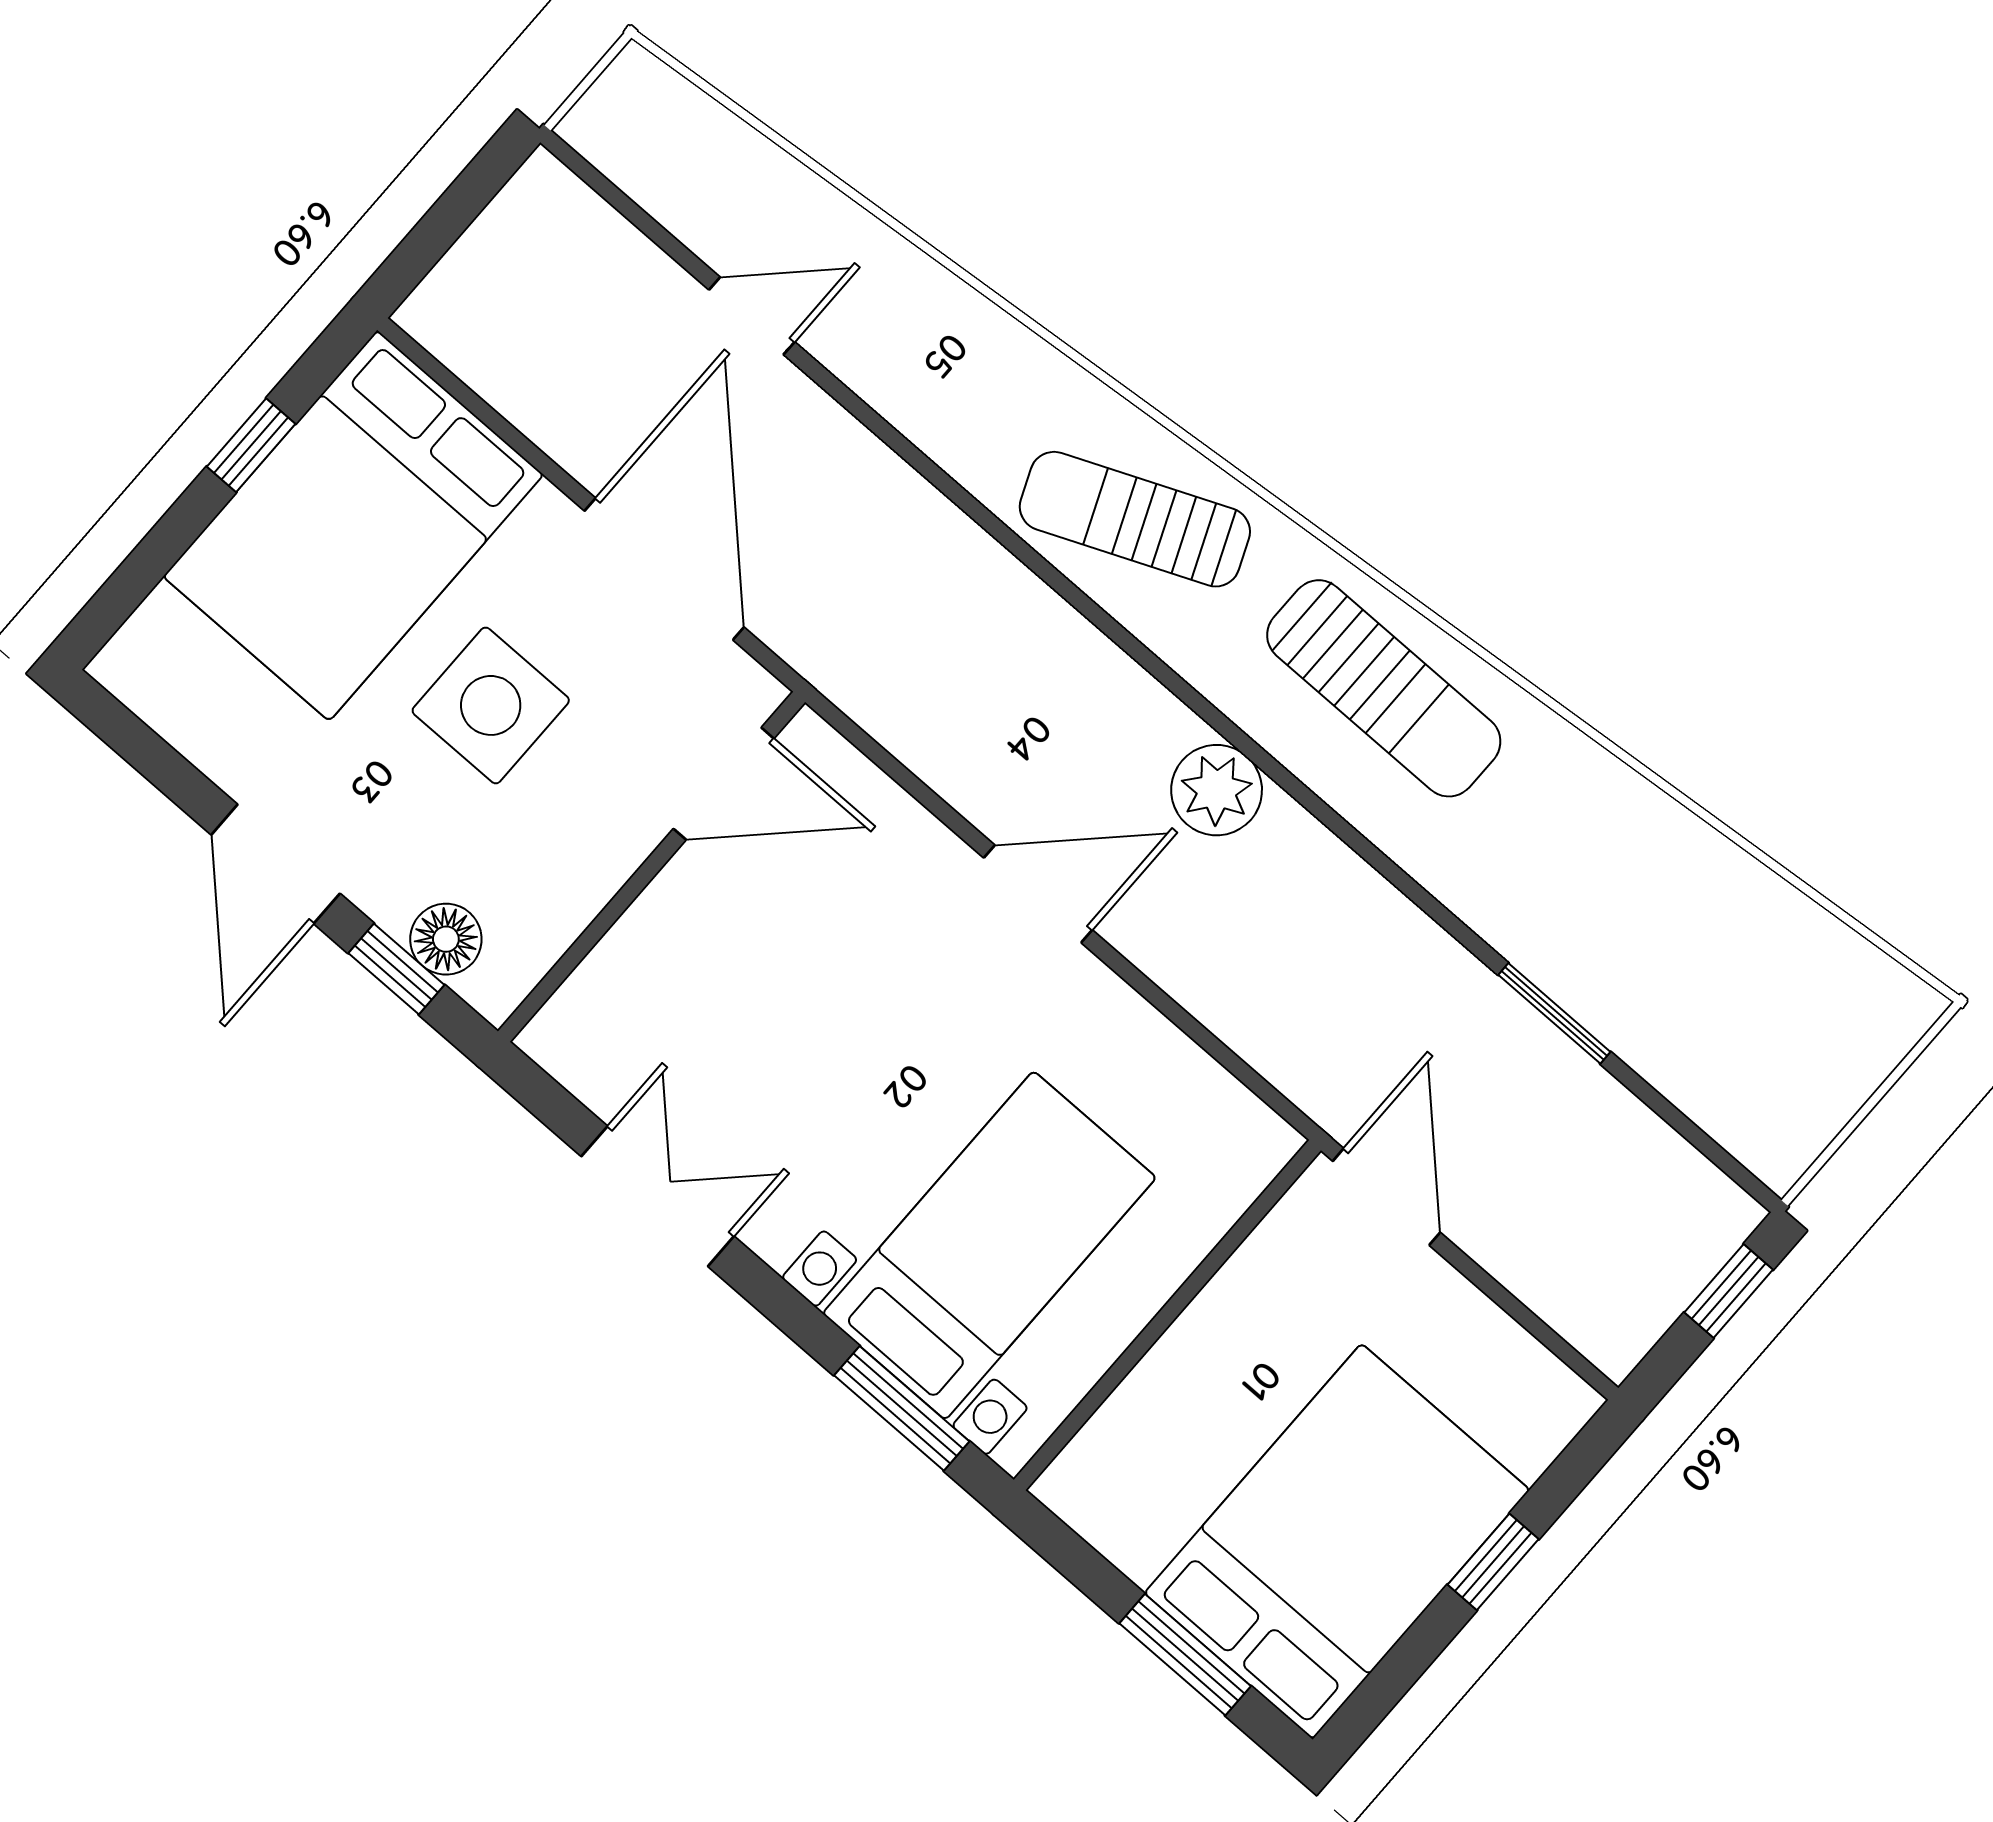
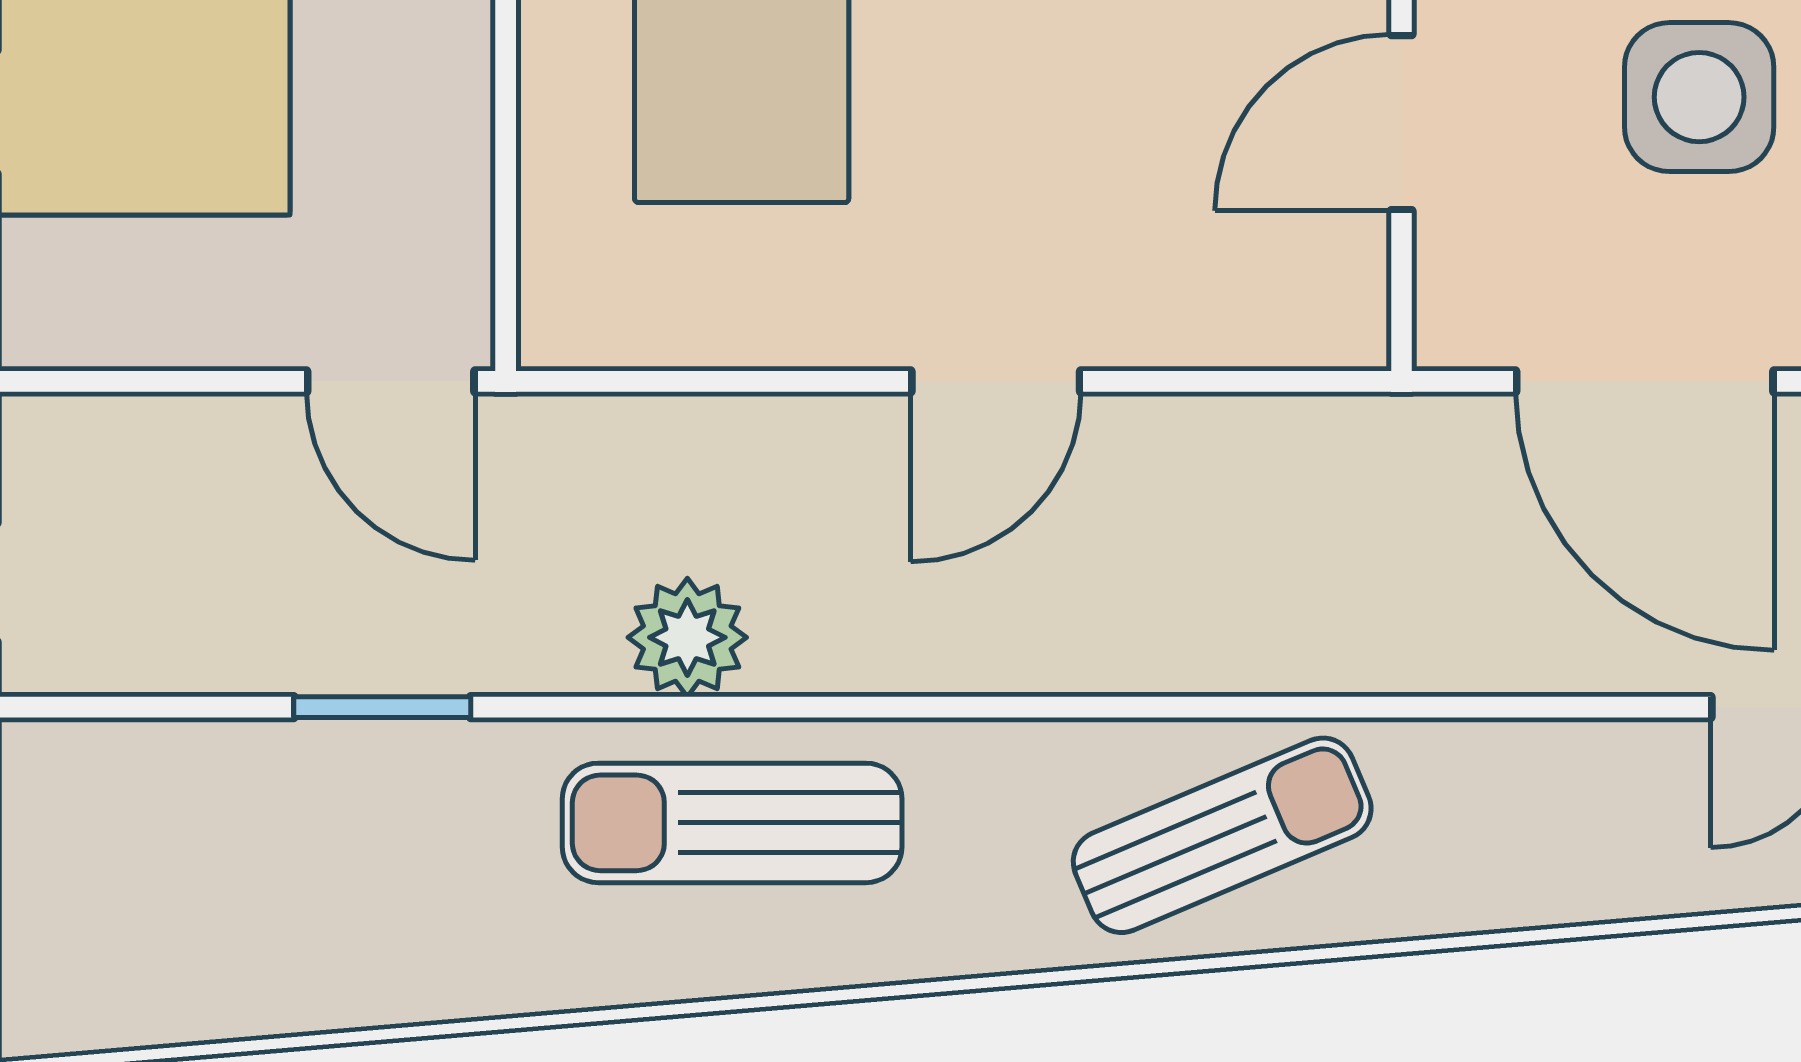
sun lounger: (1384, 688) -> (732, 823), moved
door: (724, 784) -> (1401, 123), moved
plant: (1217, 790) -> (687, 637), moved

